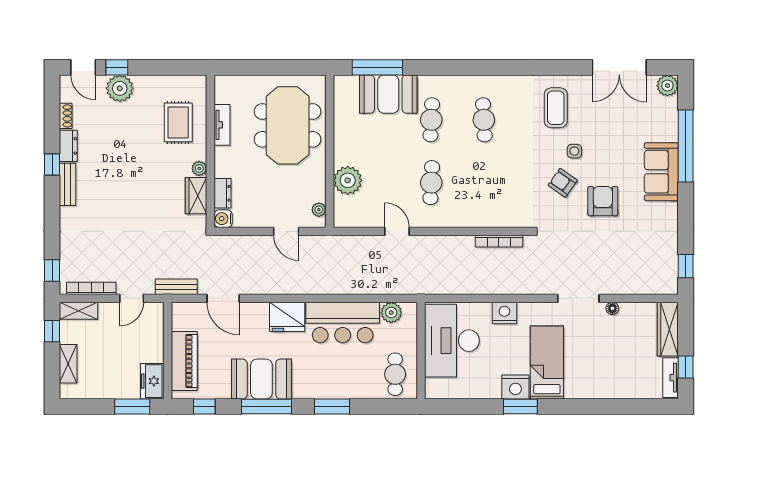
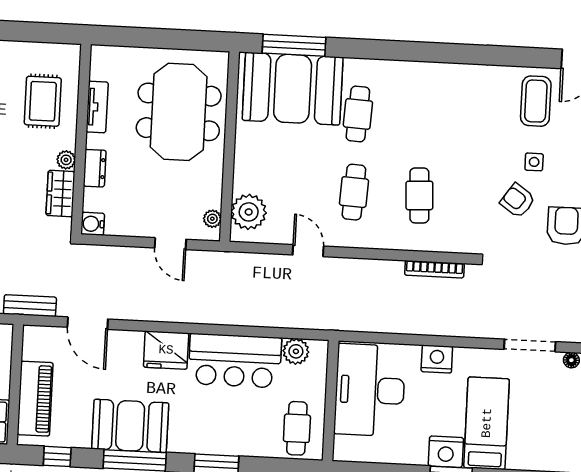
booth: (388, 94) -> (293, 89), width x1.36, depth x1.42
coffee table: (556, 108) -> (536, 101), moved
cafe table: (484, 120) -> (419, 195), moved
plant: (348, 180) -> (249, 212), moved
dresser: (223, 193) -> (95, 168), moved

